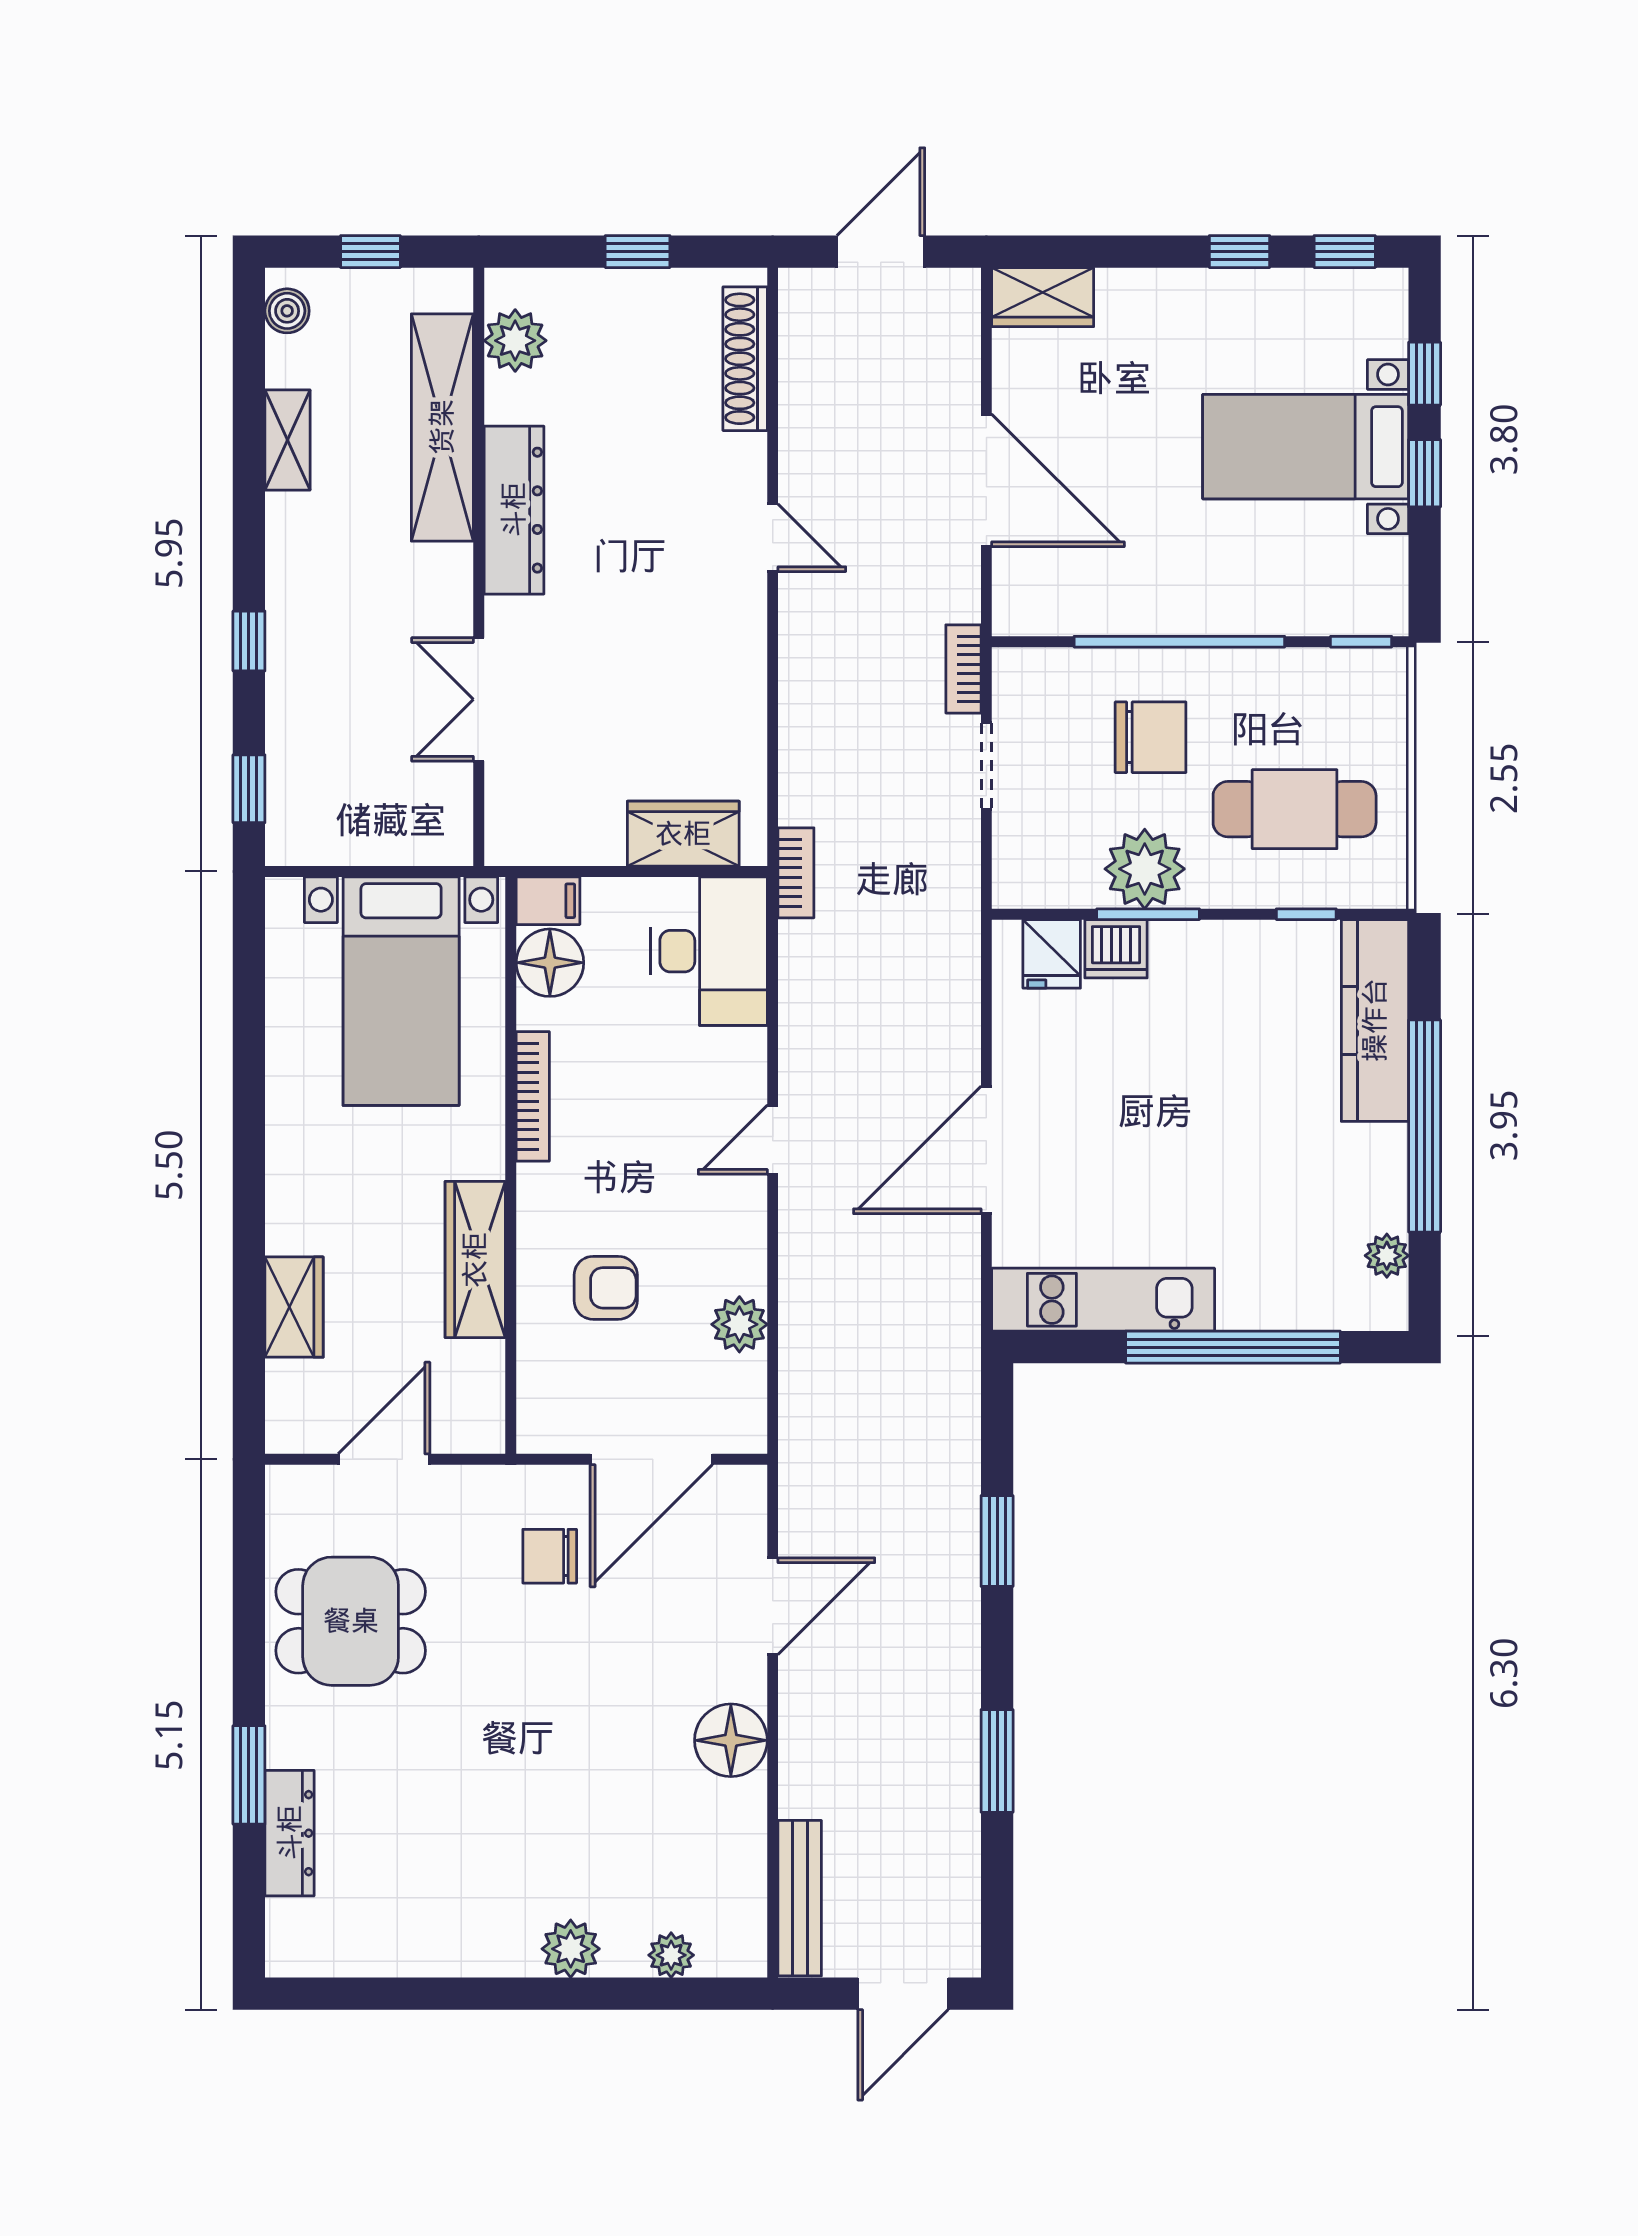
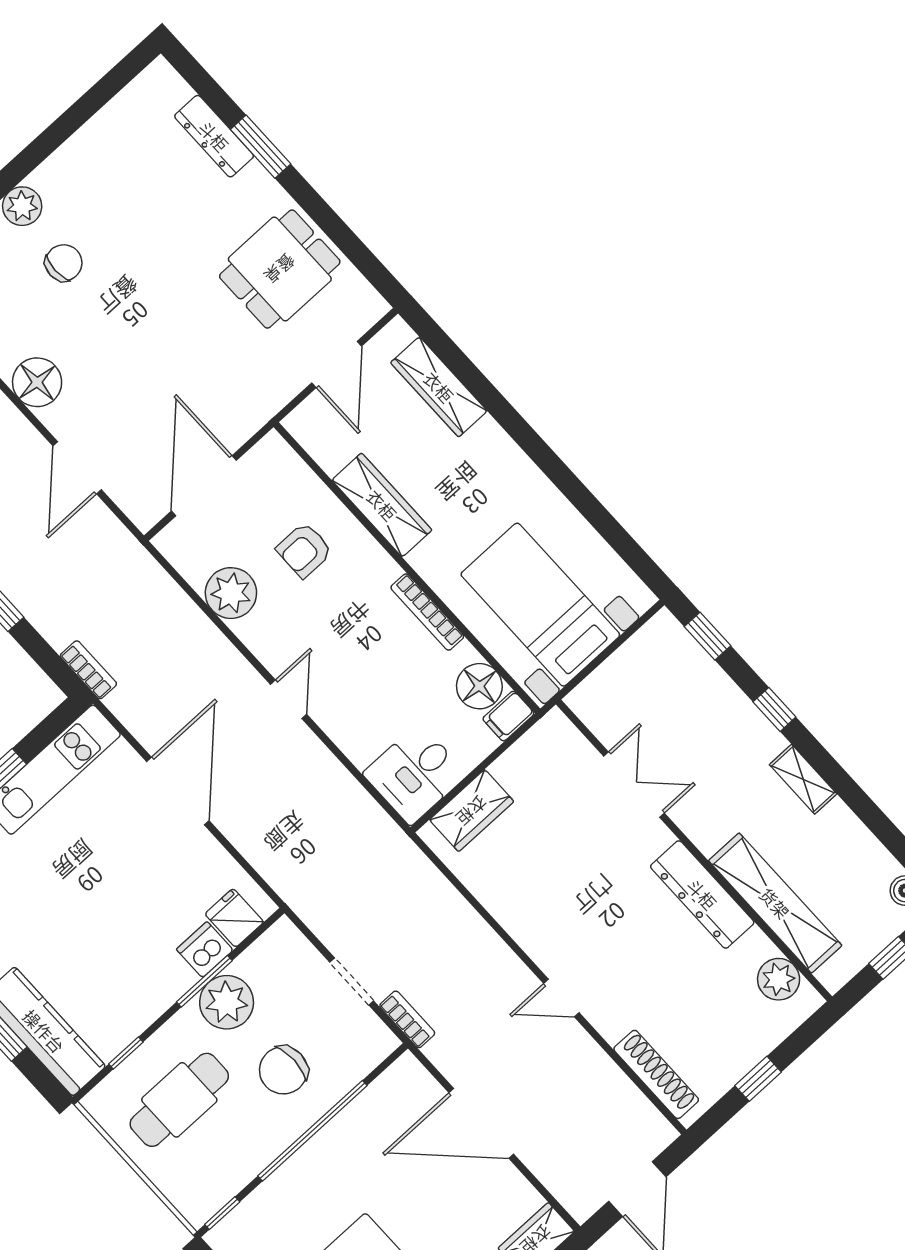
shelving: (288, 440) -> (803, 779), moved
bookcase: (796, 873) -> (88, 670), moved, turned 180
desk: (709, 951) -> (415, 774), width x0.73
wardrobe: (294, 1307) -> (439, 387), width x1.50
plant: (739, 1324) -> (231, 593), width x1.36, depth x1.36
chair: (550, 1556) -> (64, 263), moved

